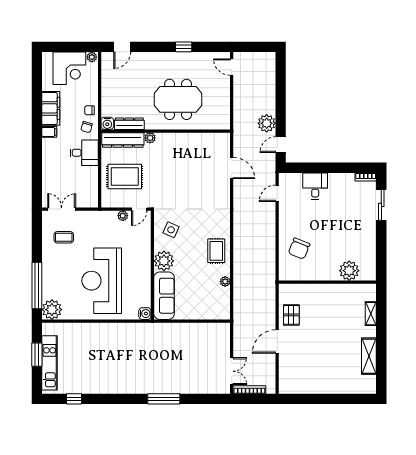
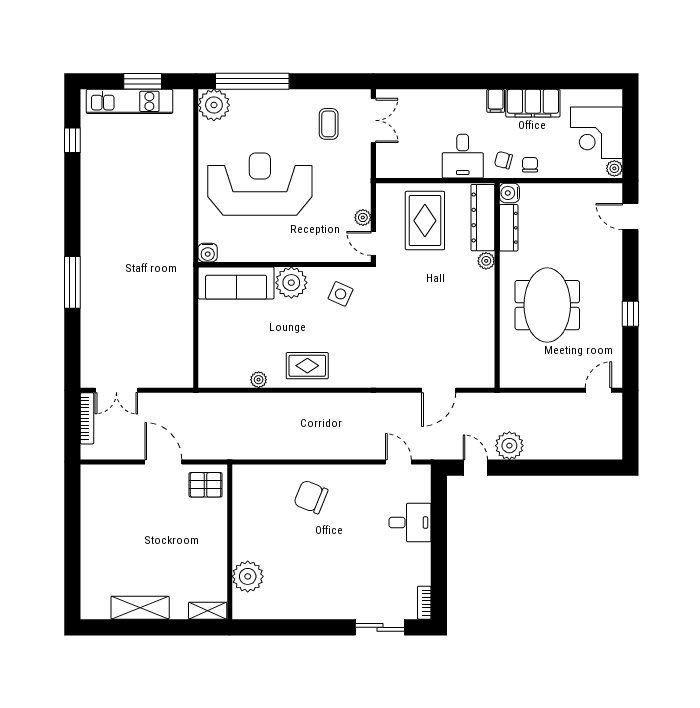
plant: (349, 271) -> (248, 576), moved
wall: (327, 282) -> (230, 542), moved

